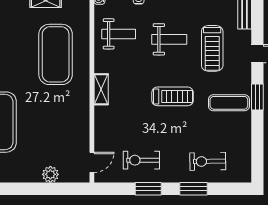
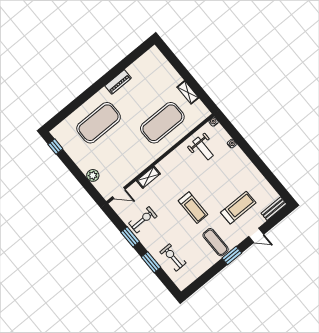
weight bench: (169, 39) -> (223, 179), removed
treadmill: (212, 48) -> (238, 208), turned 180
shelving: (101, 89) -> (148, 177), moved
exercise bike: (141, 160) -> (143, 220), turned 90

